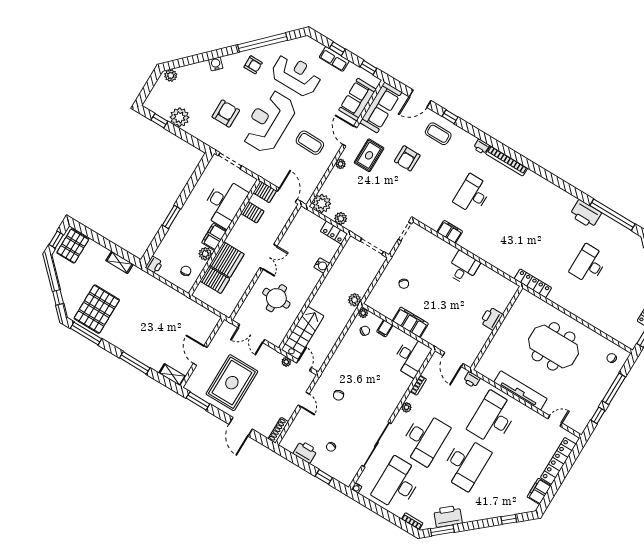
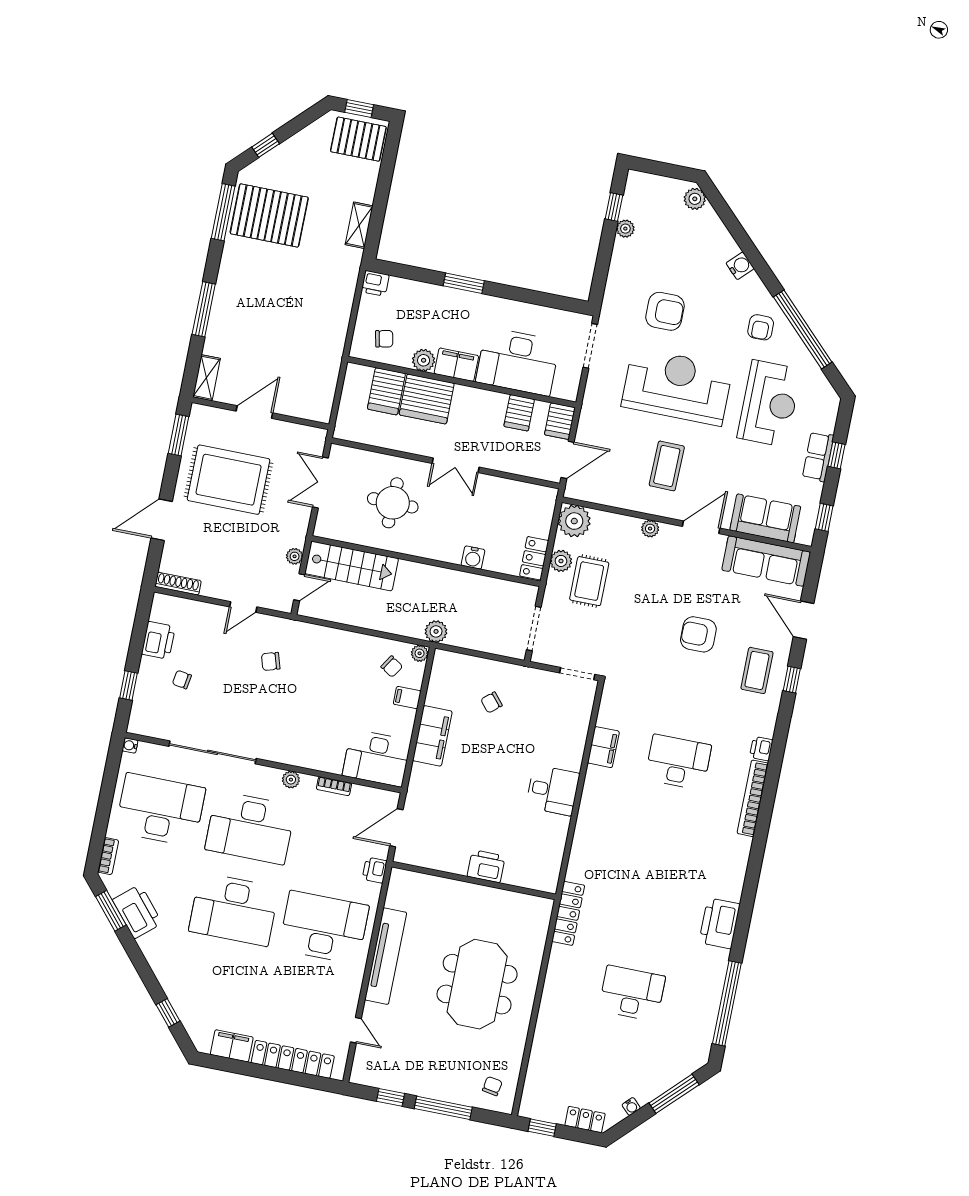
plant: (179, 117) -> (625, 229), width x0.53, depth x0.53
rug: (369, 155) -> (589, 581), moved, turned 90
printer: (586, 214) -> (720, 923), moved

